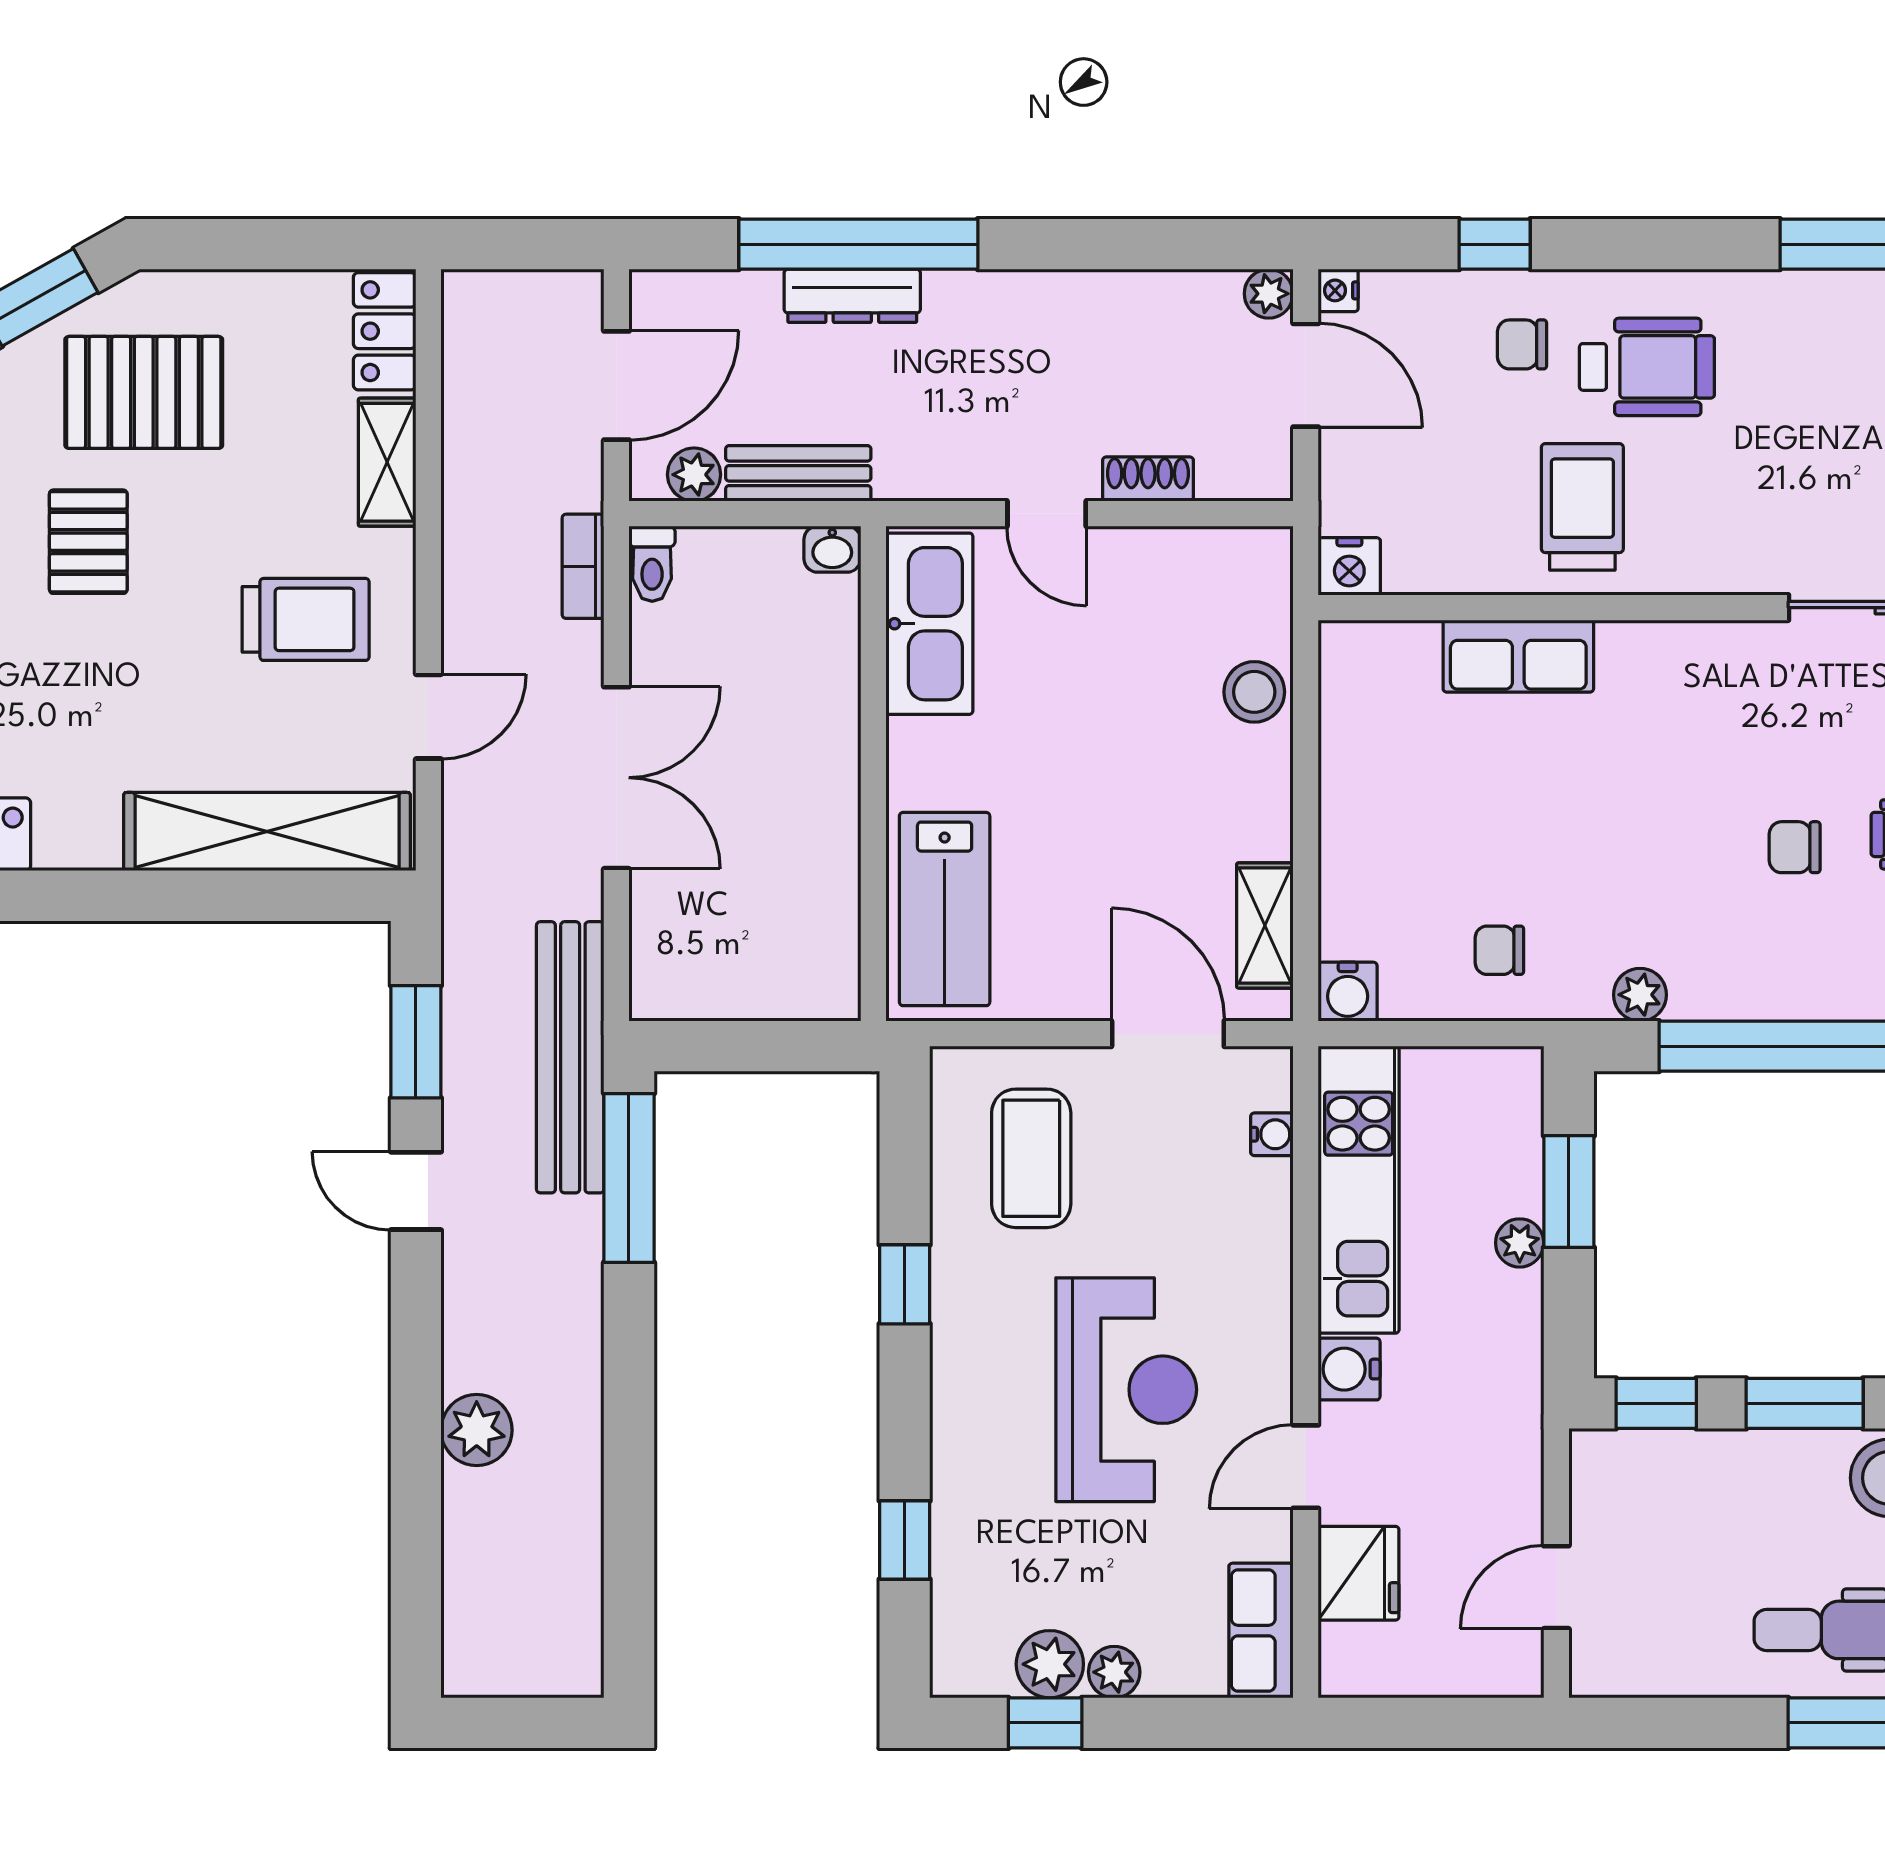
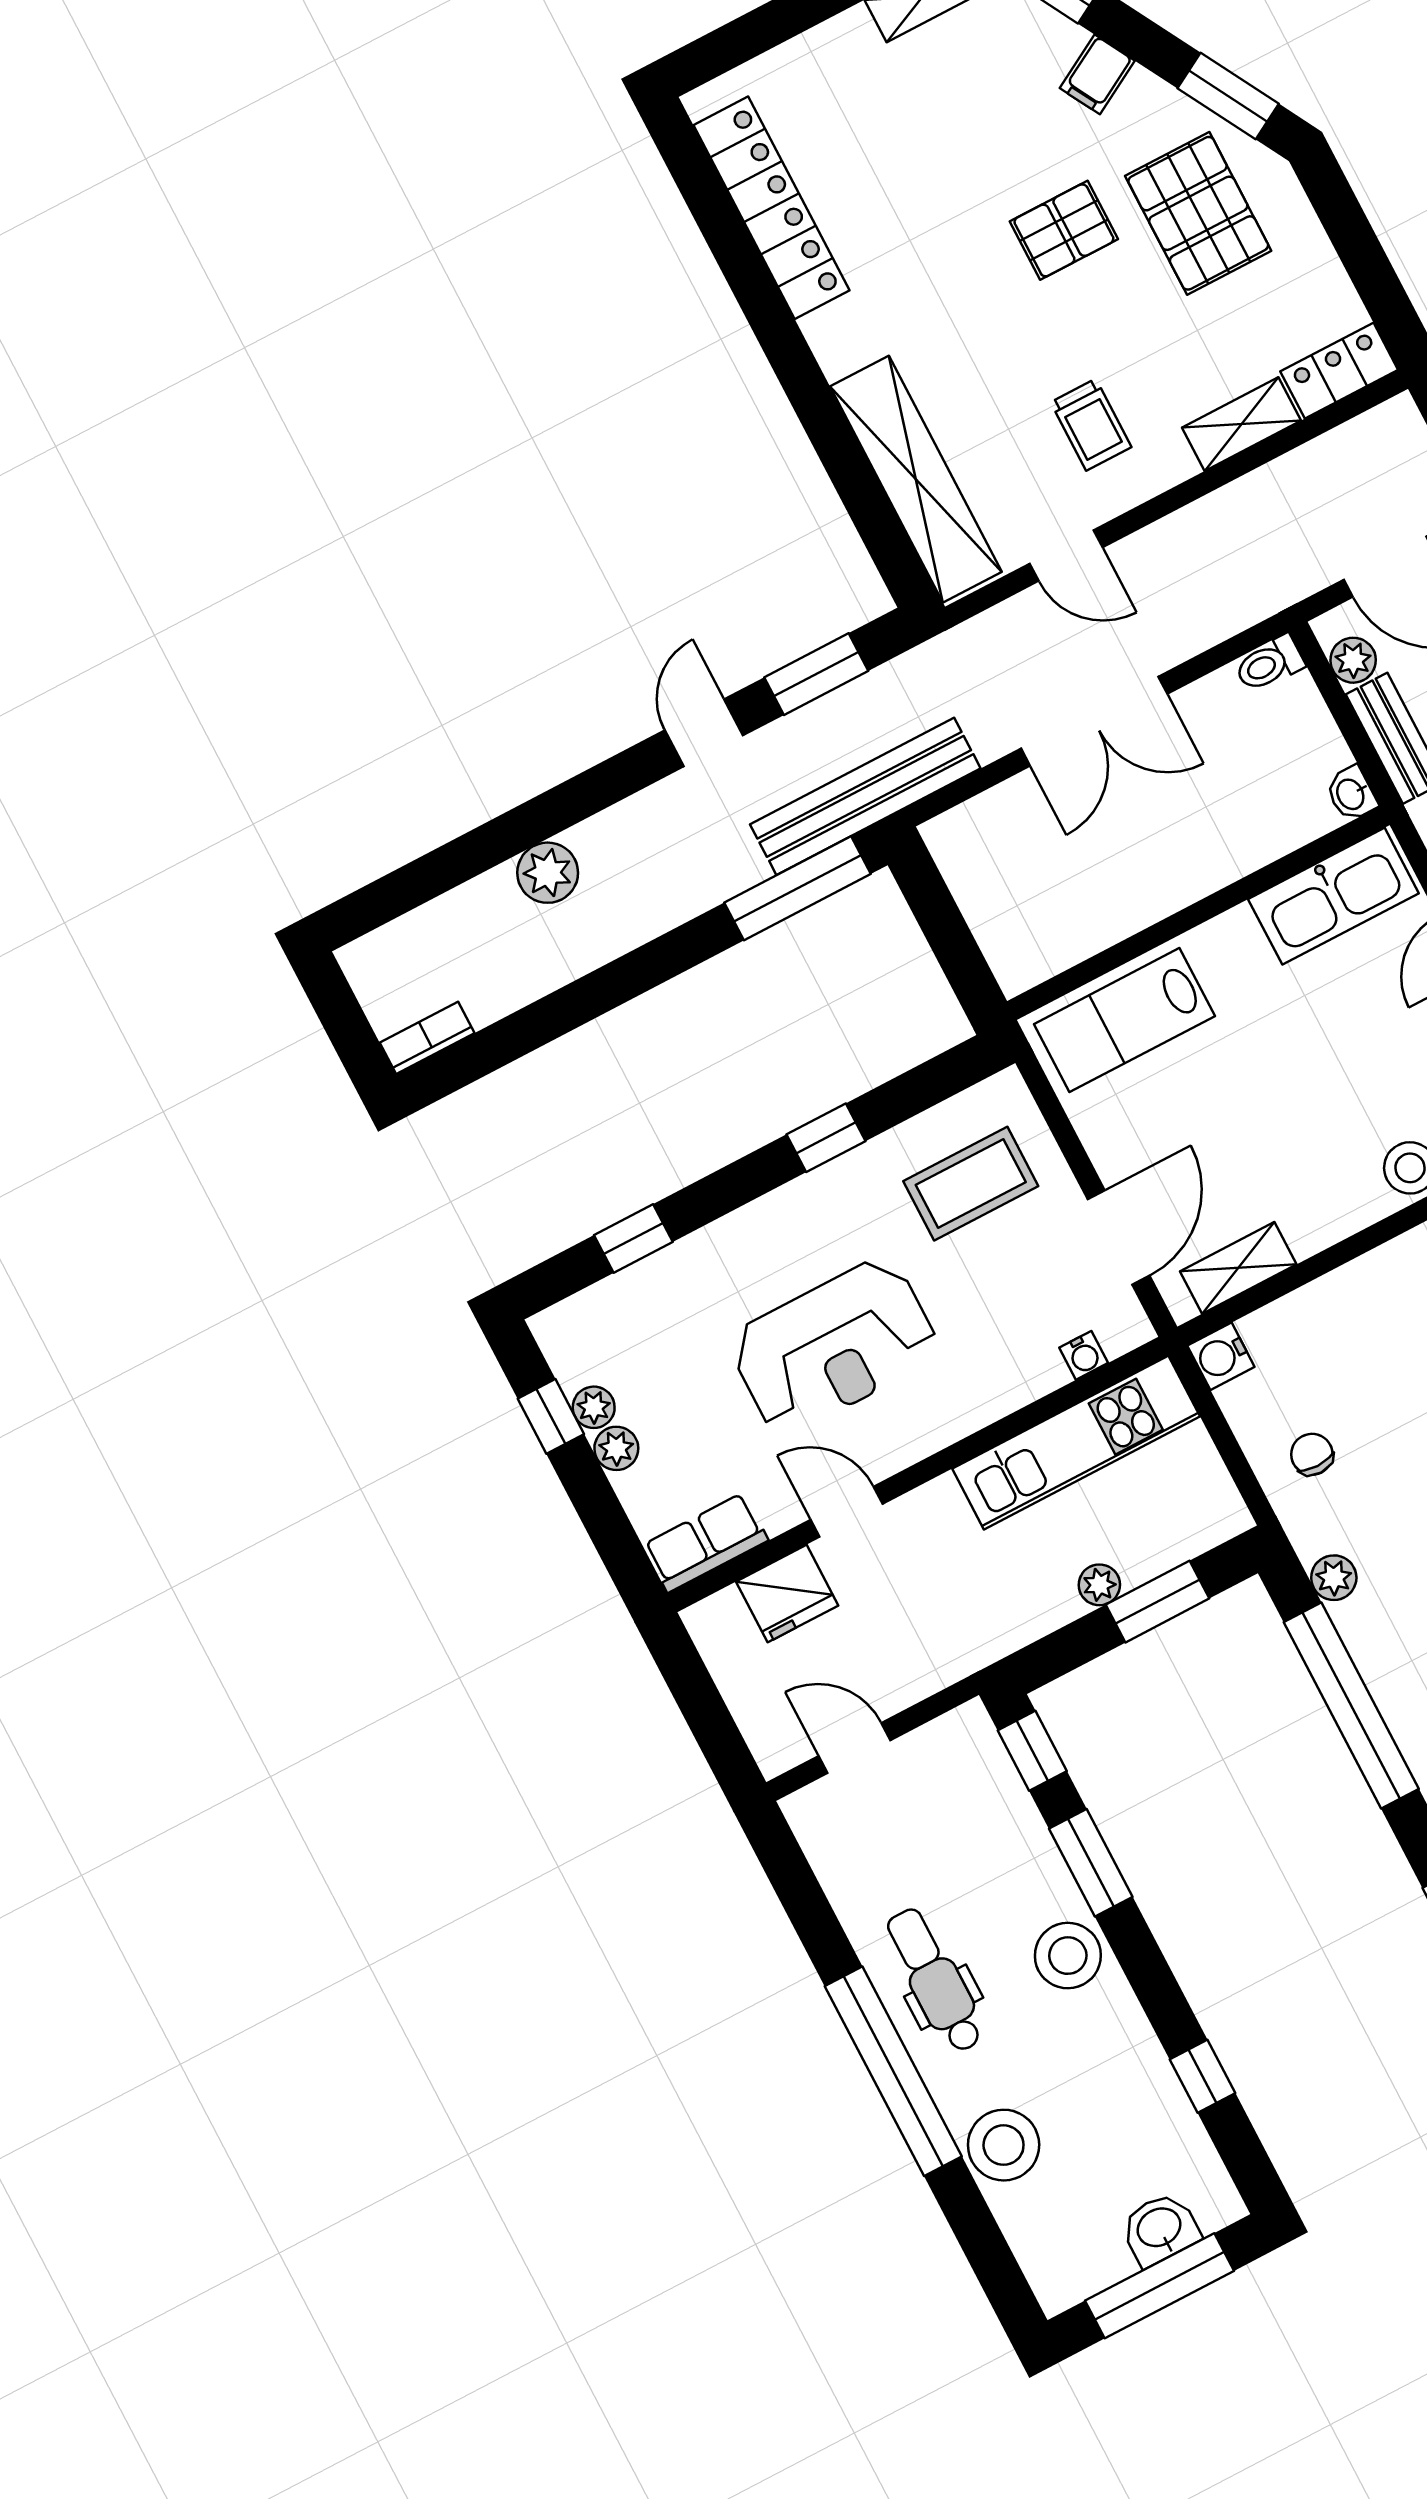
bookcase: (583, 566) -> (427, 1038), moved
trolley: (306, 619) -> (1091, 425), width x0.73, depth x0.72
water cooler: (1349, 1369) -> (937, 1506), removed
plant: (1050, 1664) -> (594, 1407), width x0.73, depth x0.73

